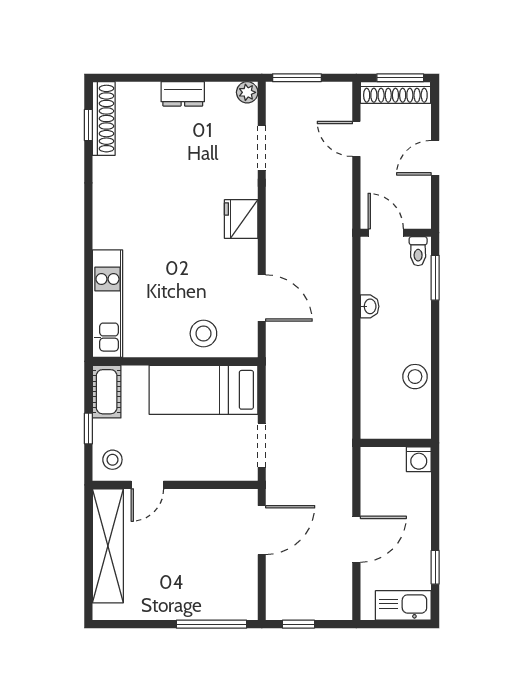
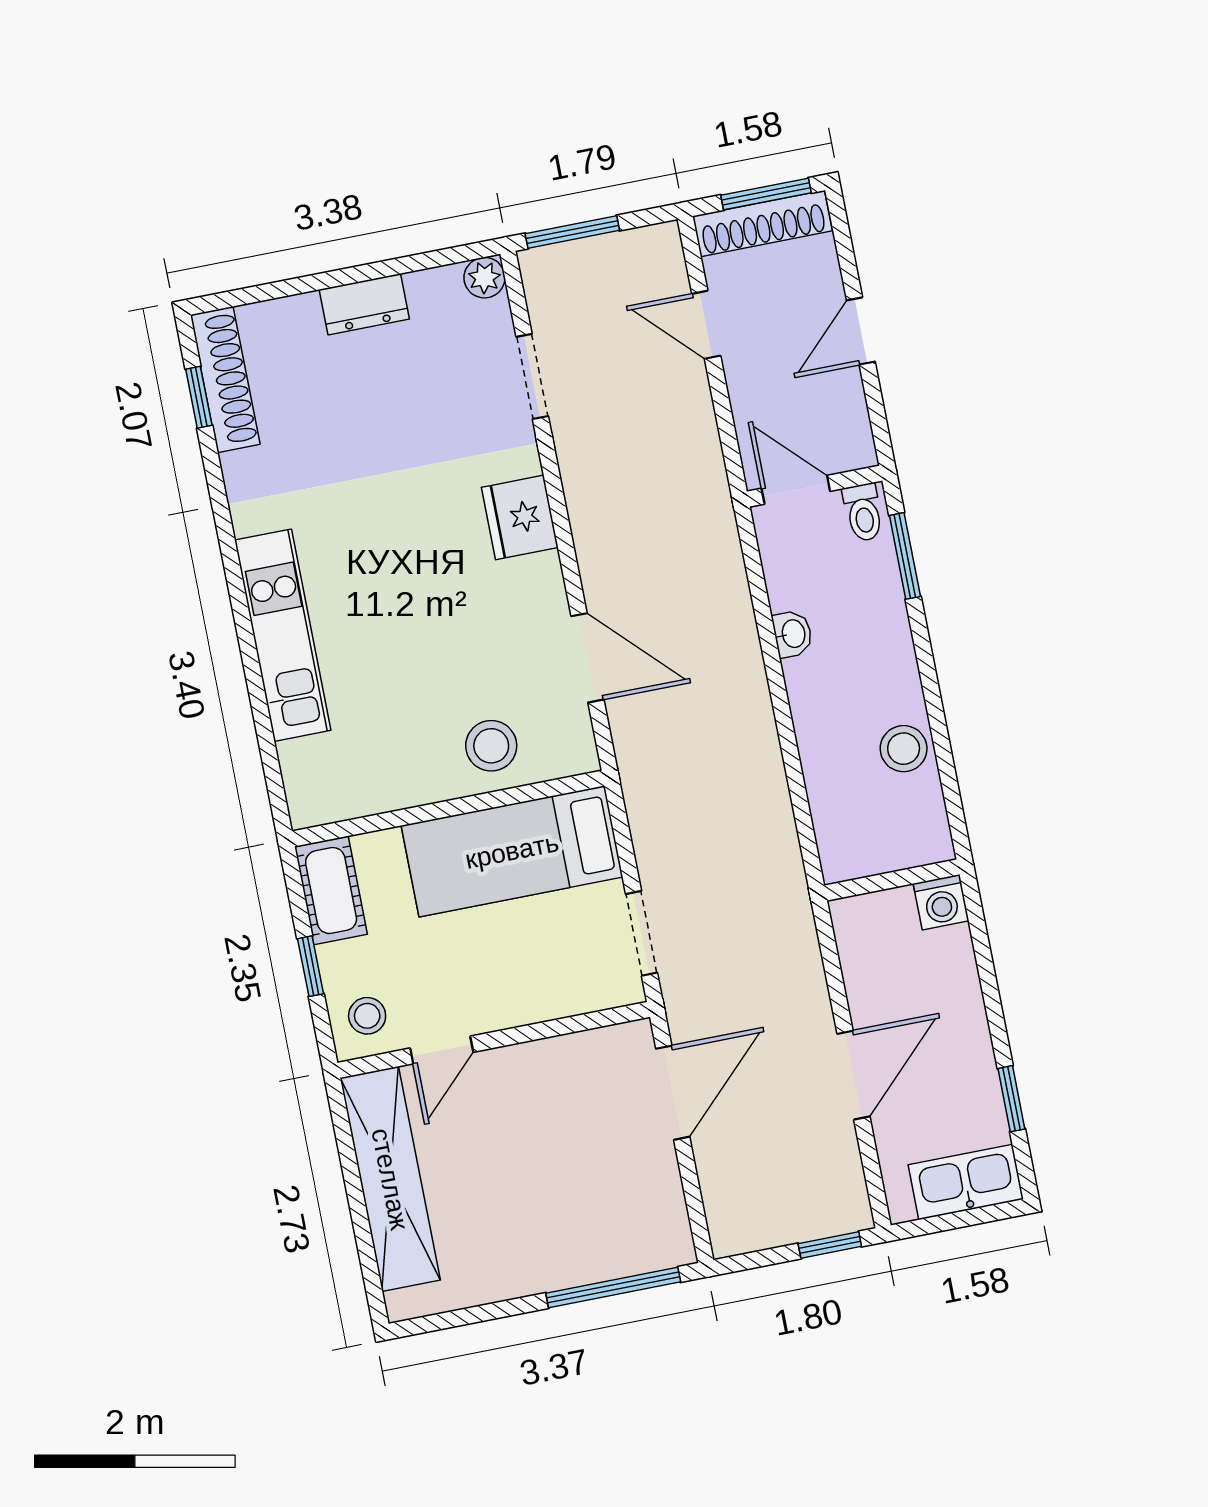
kitchen unit: (107, 304) -> (283, 635), moved
window: (298, 624) -> (830, 1245), moved

